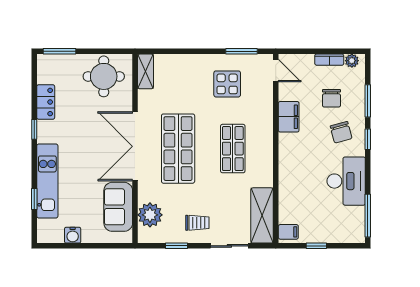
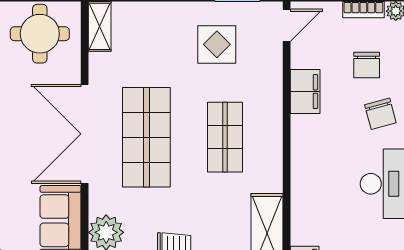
door: (276, 71) -> (287, 25), hinge flipped

